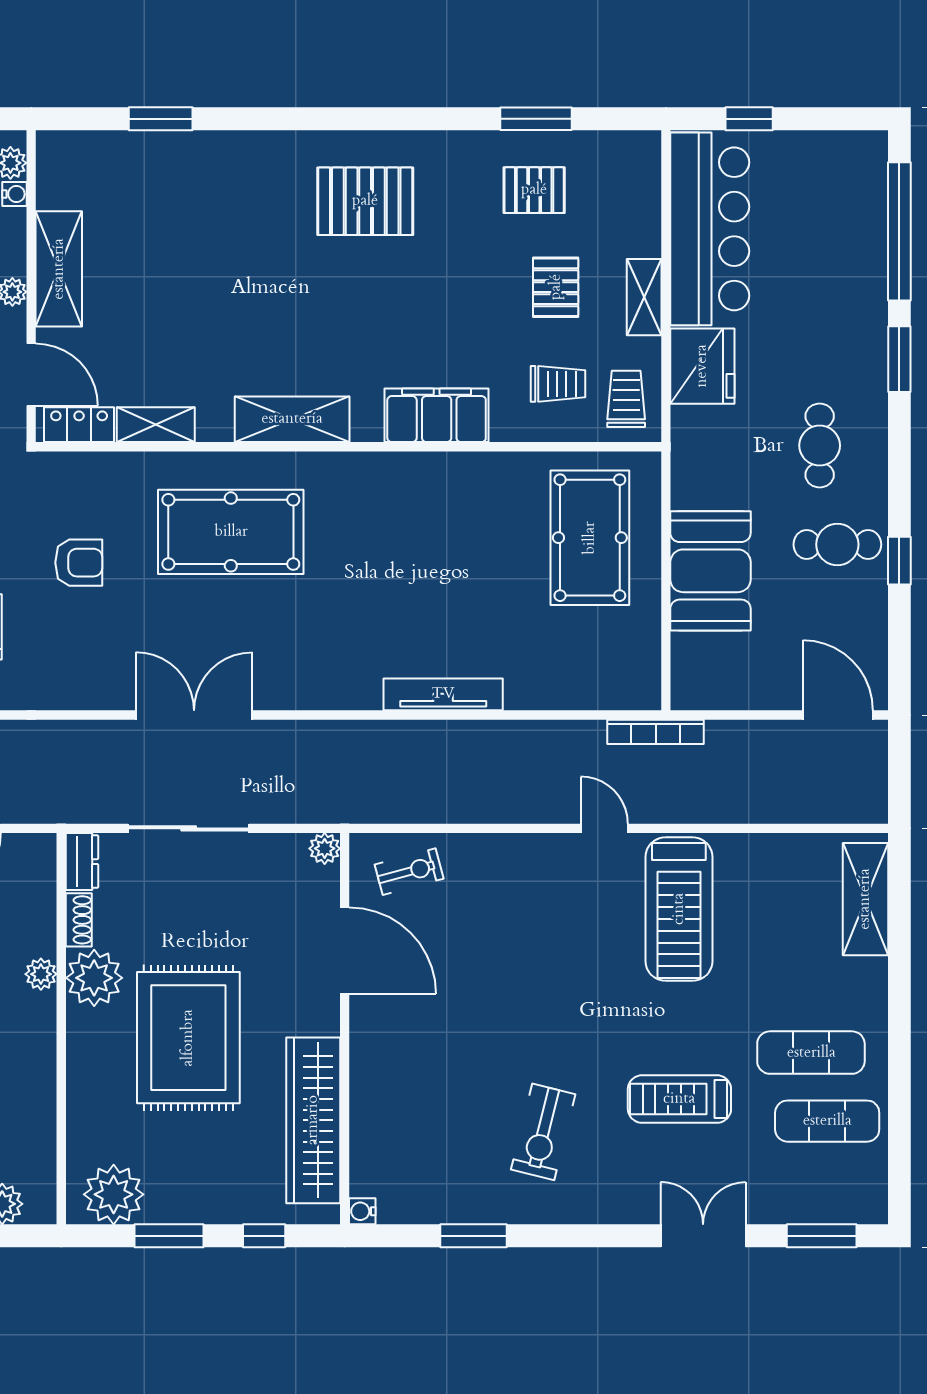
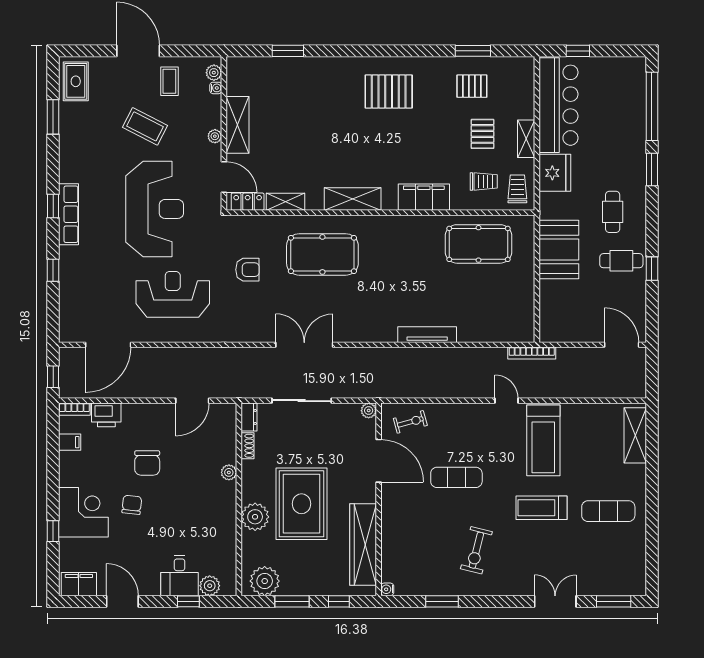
pool table: (590, 538) -> (478, 244), moved, turned 90
booth: (710, 571) -> (559, 249), moved
plant: (94, 978) -> (255, 517), moved
treadmill: (679, 1099) -> (541, 508), moved
exercise mat: (827, 1121) -> (456, 477), moved

